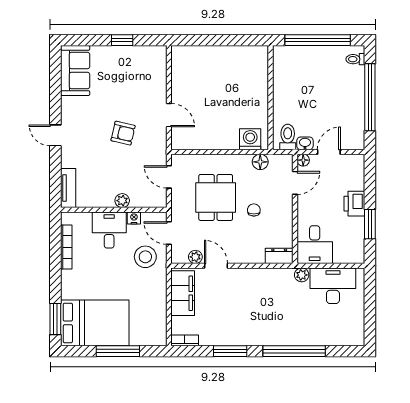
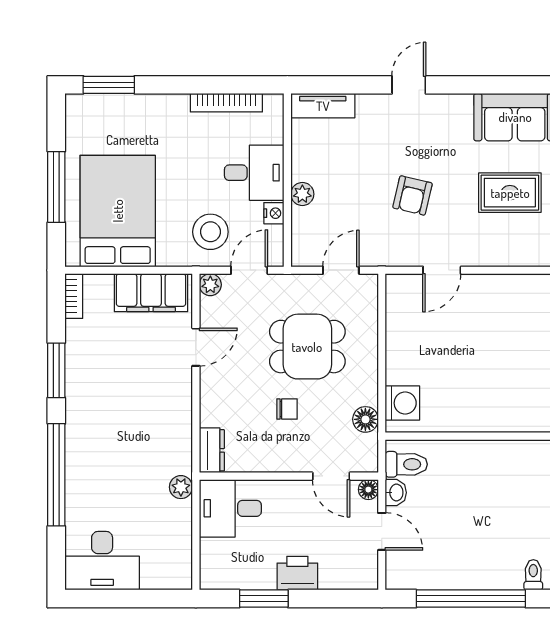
rug: (121, 73) -> (510, 193), added
plant: (195, 257) -> (210, 285), moved
desk: (333, 286) -> (102, 561), moved, turned 90
bed: (95, 323) -> (118, 211), moved, turned 180

